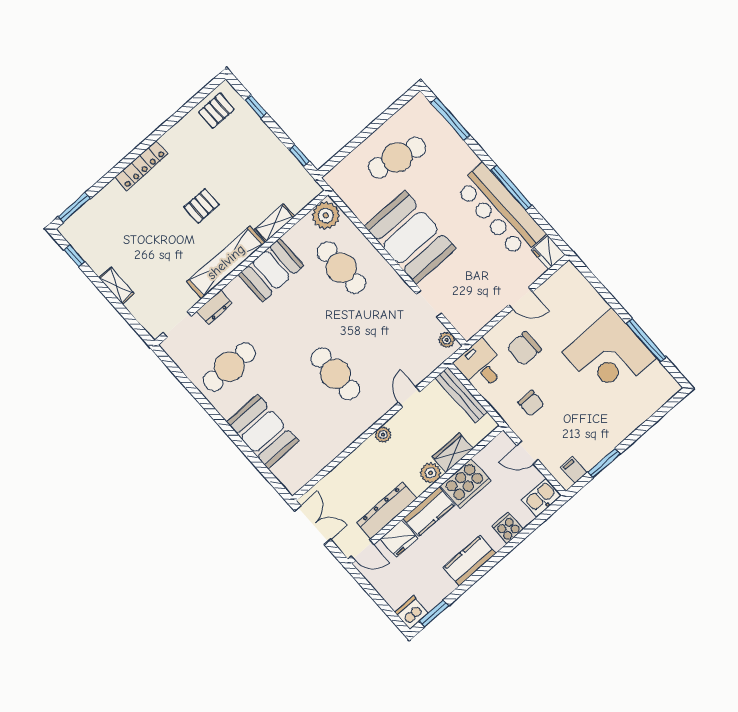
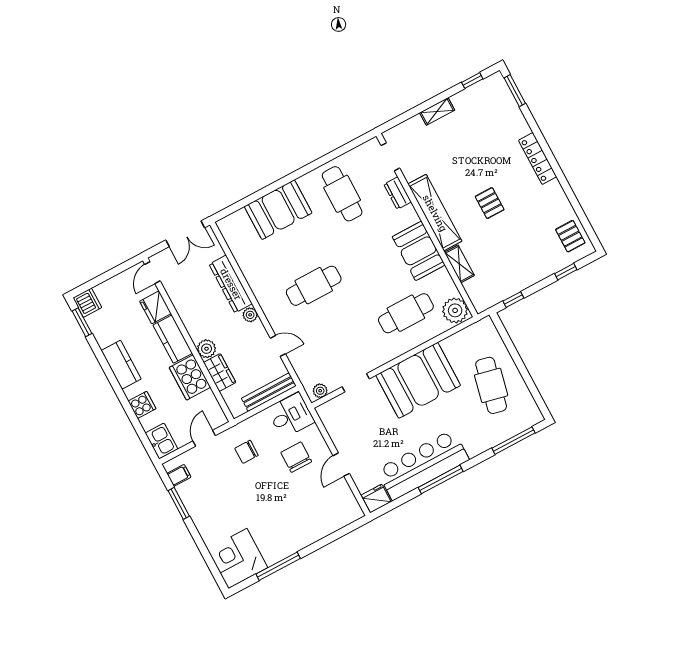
corner desk: (609, 355) -> (238, 558), moved, width x0.74, depth x0.74
dresser: (387, 511) -> (231, 284), moved, turned 180

